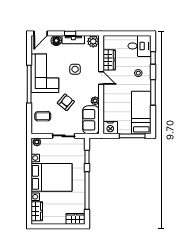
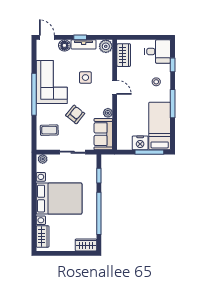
door: (41, 33) -> (47, 37), swing flipped
wardrobe: (109, 60) -> (124, 55), moved
nightstand: (110, 128) -> (140, 143), moved

